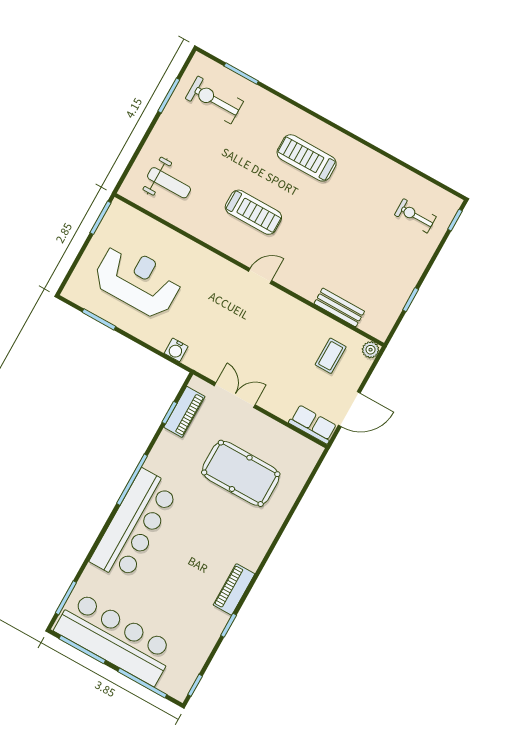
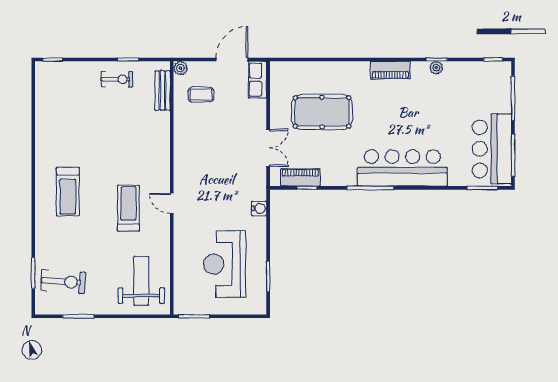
exercise bike: (214, 100) -> (63, 282), turned -86
weight bench: (169, 183) -> (141, 281), width x1.36, depth x1.33
exercise bike: (415, 216) -> (117, 79), moved, turned -90
door: (260, 276) -> (172, 203), moved
bench: (339, 307) -> (163, 90), moved
double door: (235, 395) -> (268, 148), swing flipped
door: (349, 409) -> (232, 59), hinge flipped
pool table: (241, 473) -> (322, 112), turned 90
piano: (234, 589) -> (390, 70), moved
plant: (220, 620) -> (436, 68), added
bar counter: (115, 638) -> (492, 149), width x0.73

